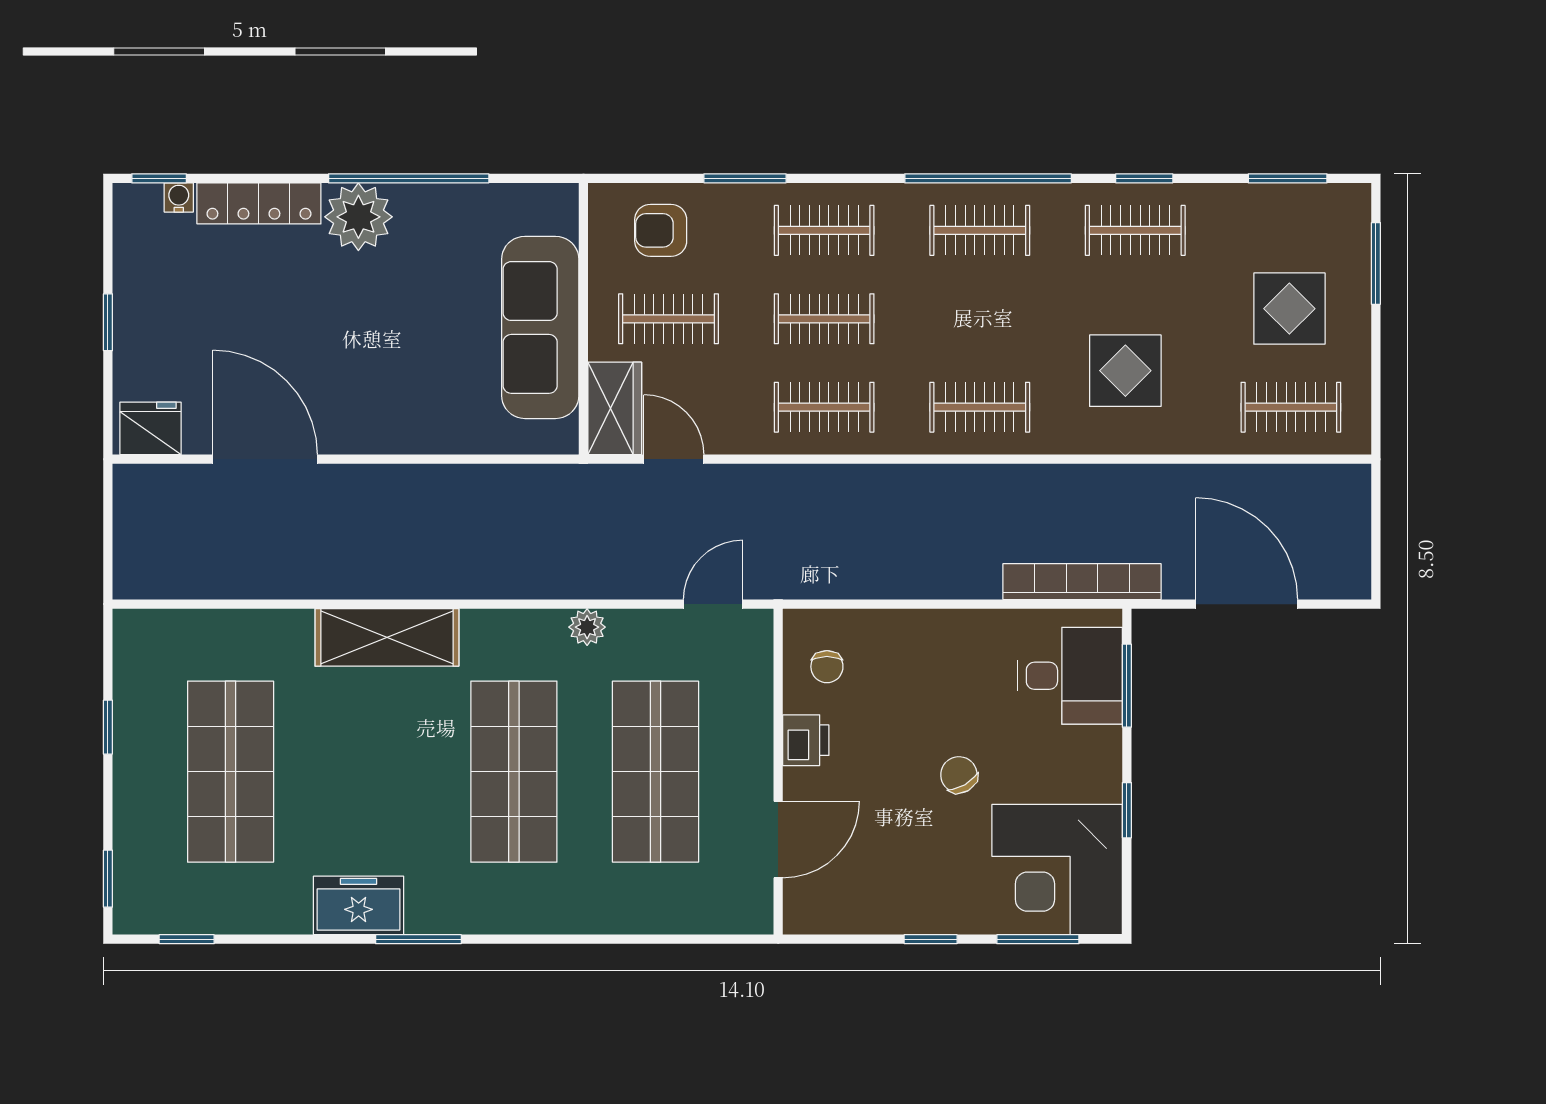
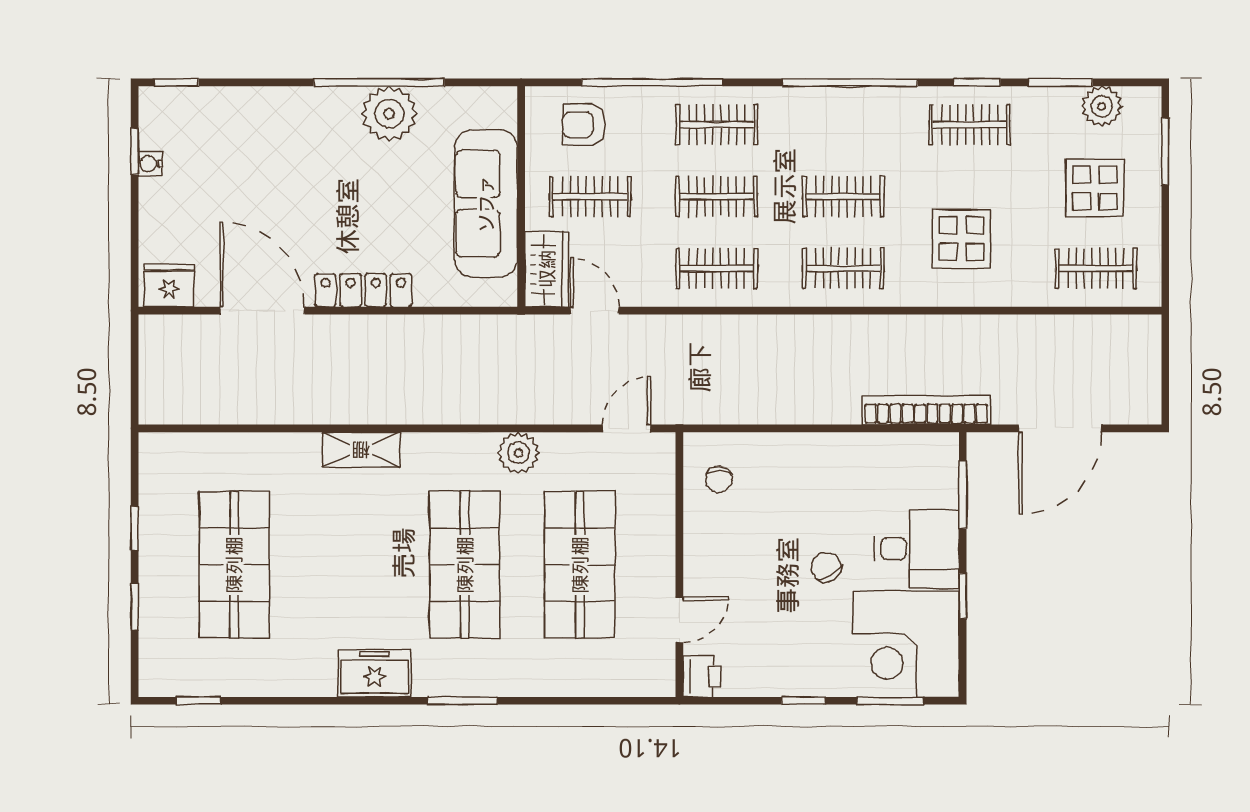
window: (745, 178) -> (652, 82), width x2.11
window: (1288, 178) -> (1060, 82), moved
water cooler: (179, 198) -> (150, 164), moved, turned -90
locker: (259, 203) -> (363, 290), moved, turned 180
plant: (1298, 208) -> (1102, 106), added
plant: (358, 217) -> (389, 114), moved
clothes rail: (980, 230) -> (843, 197), moved
window: (108, 322) -> (135, 151), moved
door: (1247, 604) -> (1060, 428), swing flipped
plant: (587, 627) -> (518, 453), width x1.38, depth x1.38
shelving: (387, 637) -> (361, 450), width x0.67, depth x0.75
desk: (1070, 676) -> (917, 549), moved
printer: (806, 740) -> (702, 676), moved
door: (778, 840) -> (679, 620), width x0.73
window: (108, 879) -> (135, 607), moved
freezer: (359, 905) -> (374, 673), moved
window: (418, 939) -> (462, 701), moved

